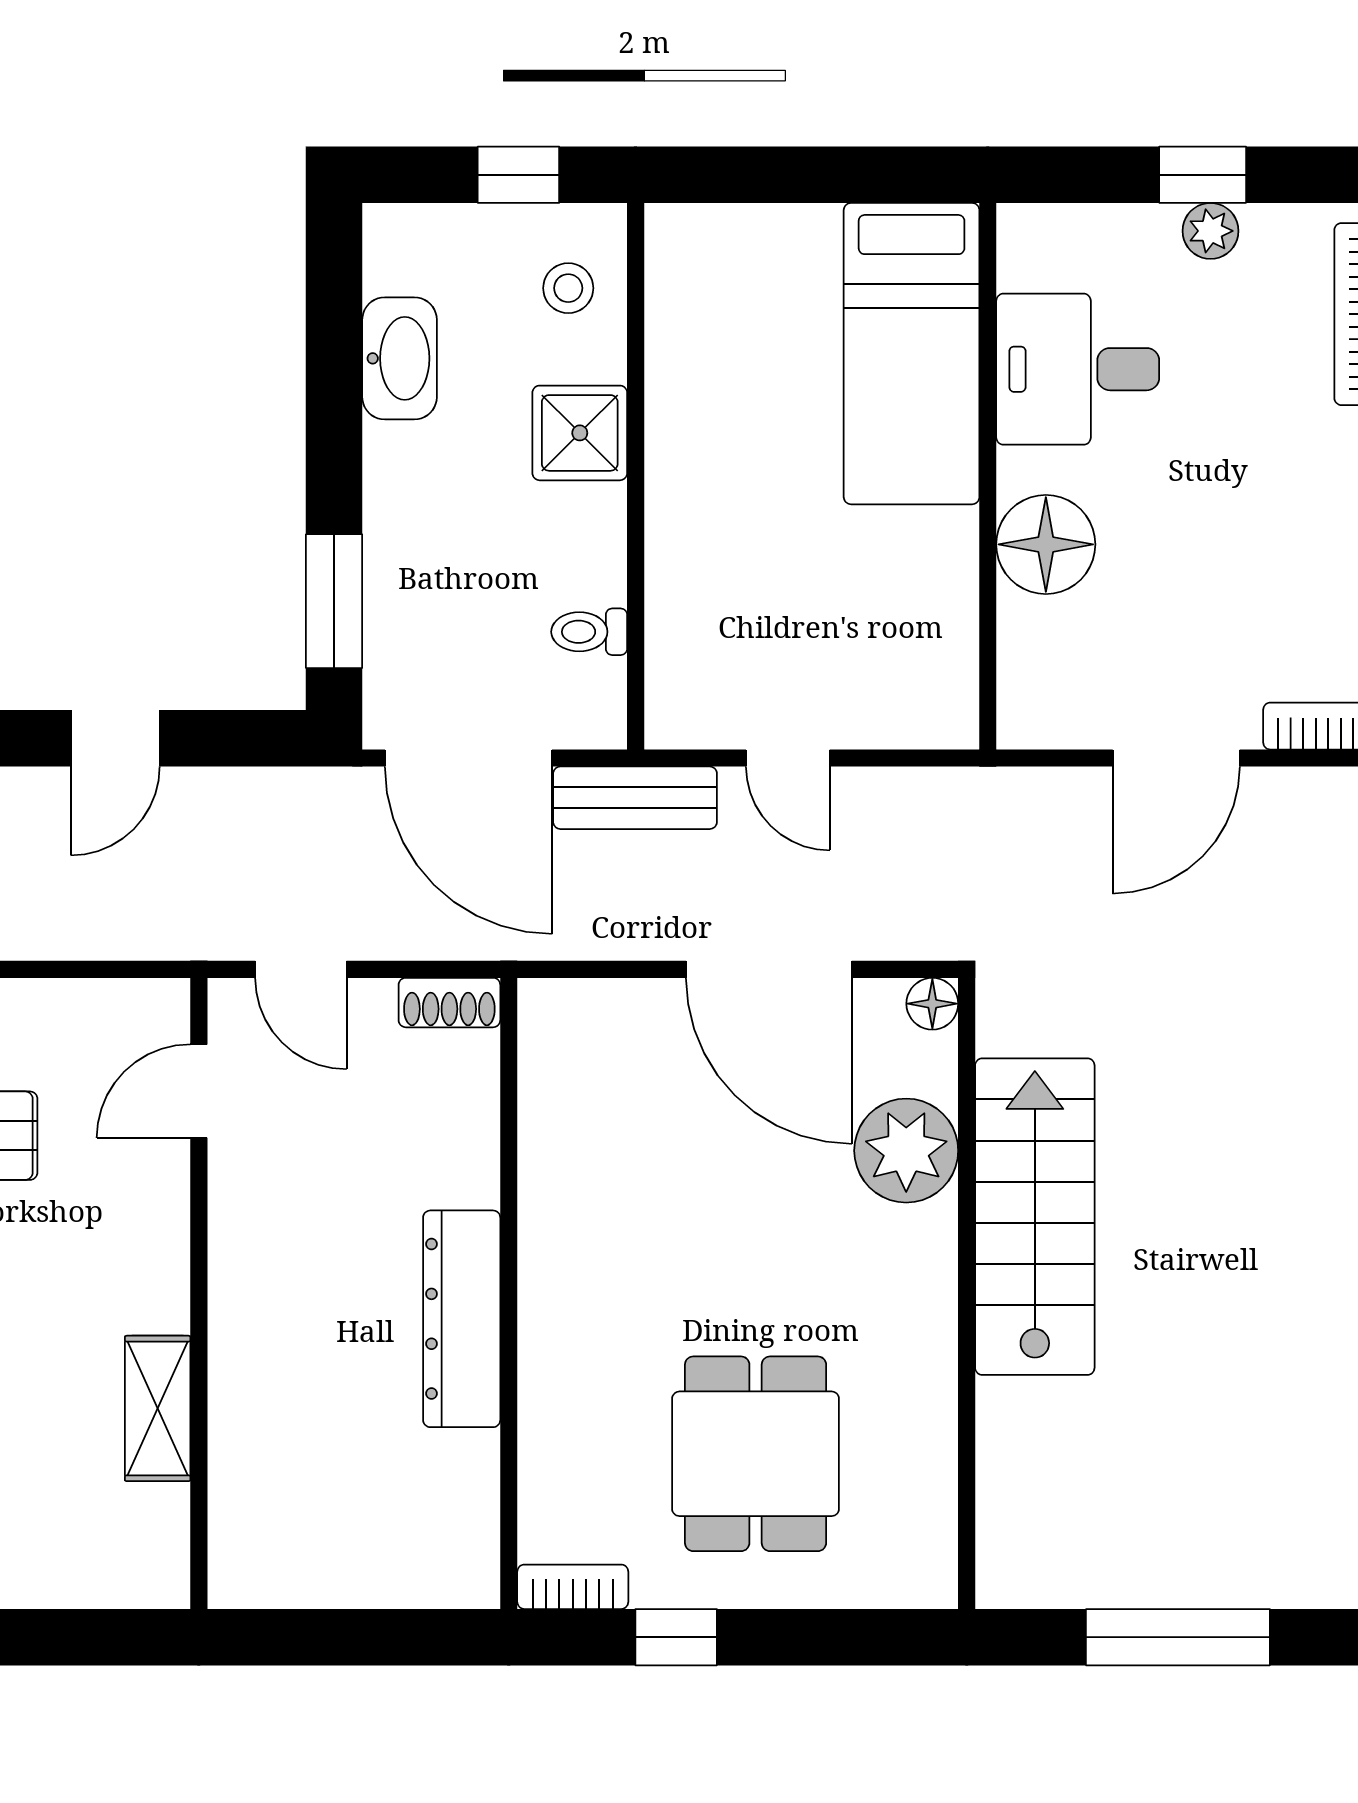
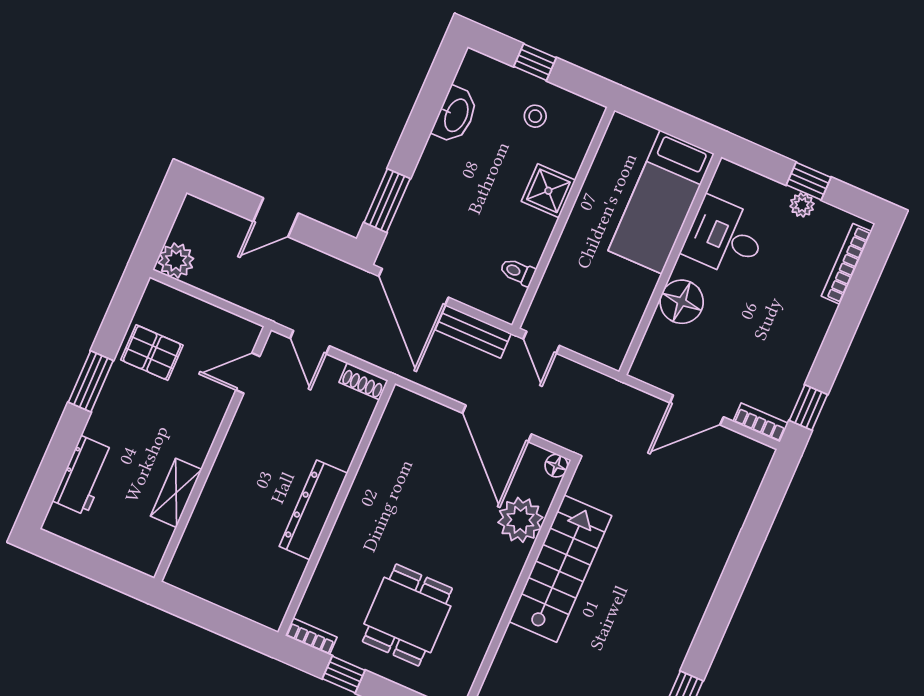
shower: (580, 433) -> (548, 191), moved
wall: (636, 476) -> (563, 218), moved
toilet: (589, 632) -> (518, 272), moved

